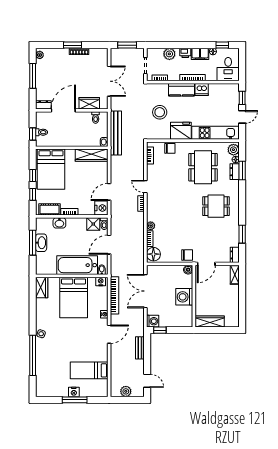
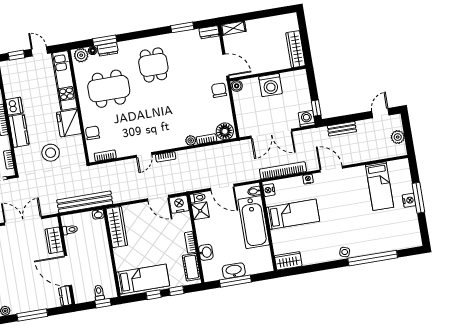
bed: (51, 169) -> (143, 279), width x0.67
bed: (74, 297) -> (293, 214), width x0.67

